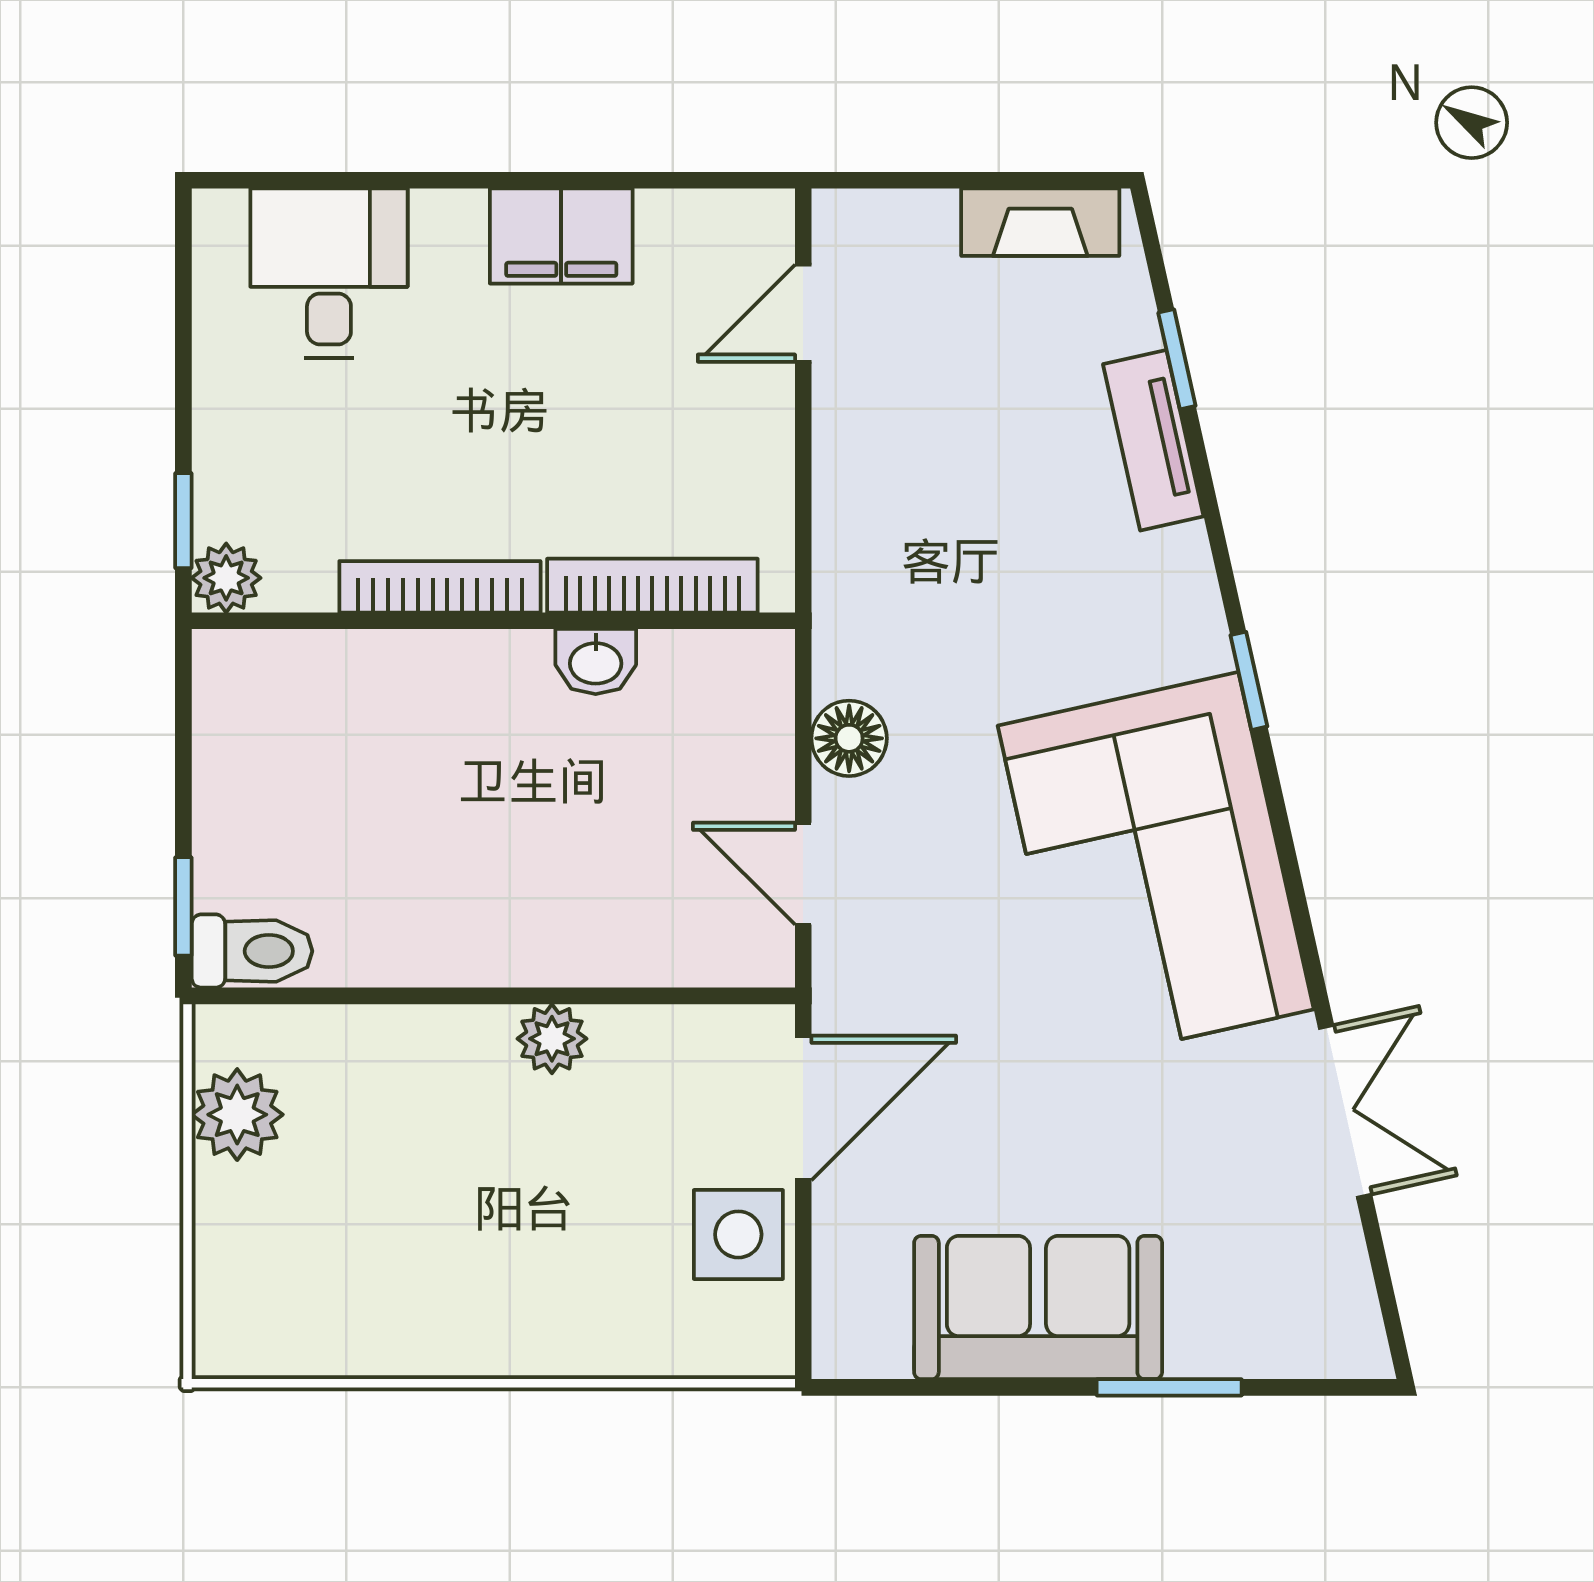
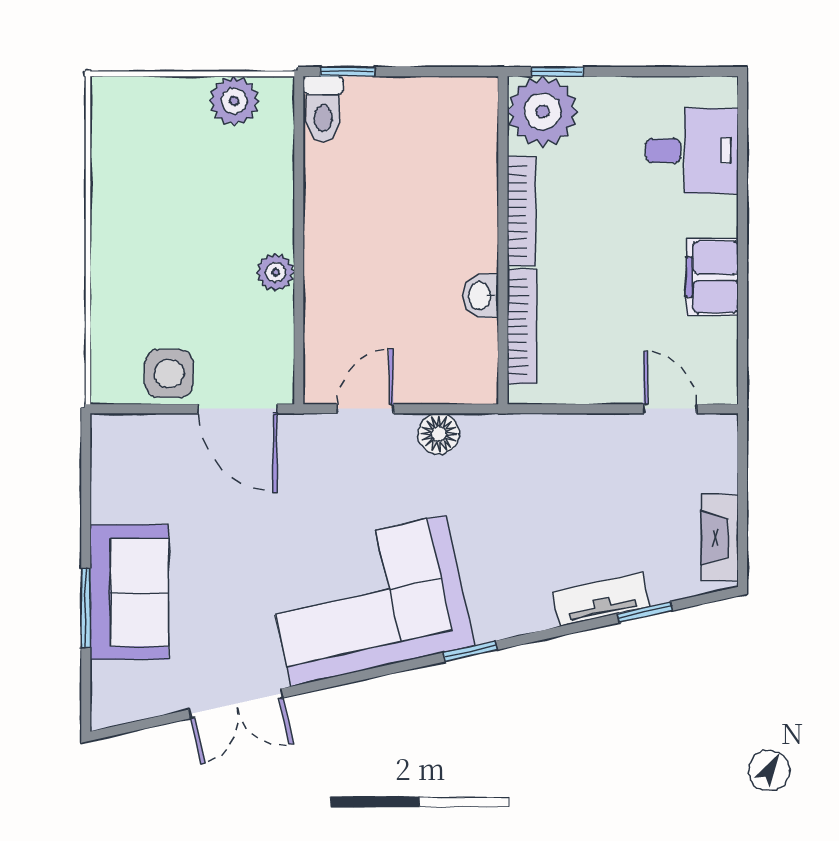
plant: (226, 578) -> (543, 111), width x1.88, depth x1.88
sofa: (1038, 1308) -> (129, 592), moved

